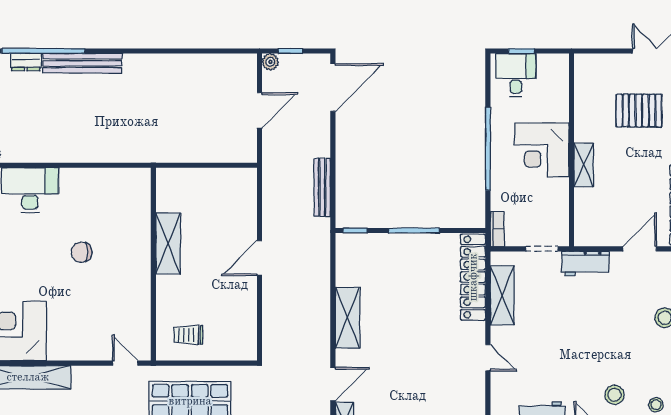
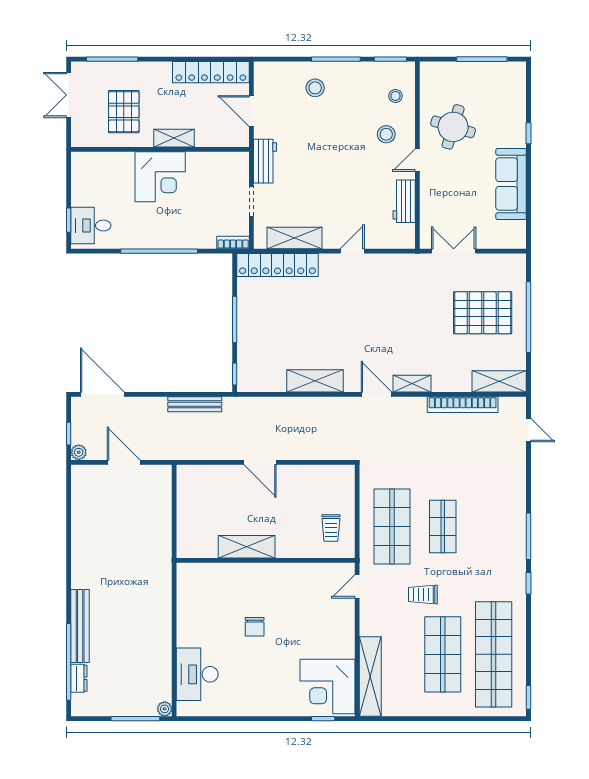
corner desk: (542, 150) -> (160, 177), moved
wall: (572, 150) -> (160, 149), moved
shelving: (584, 165) -> (174, 138), moved

